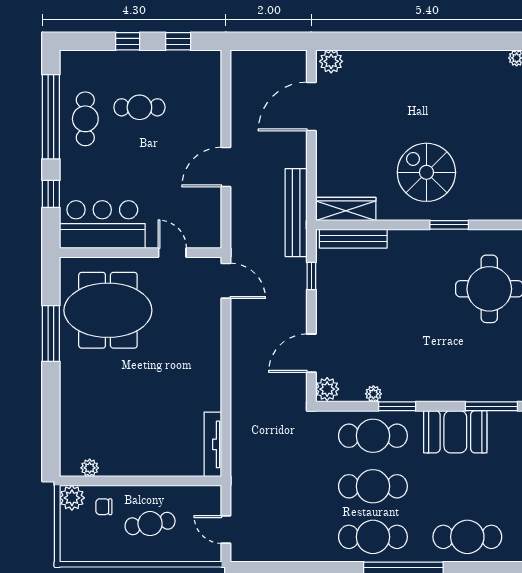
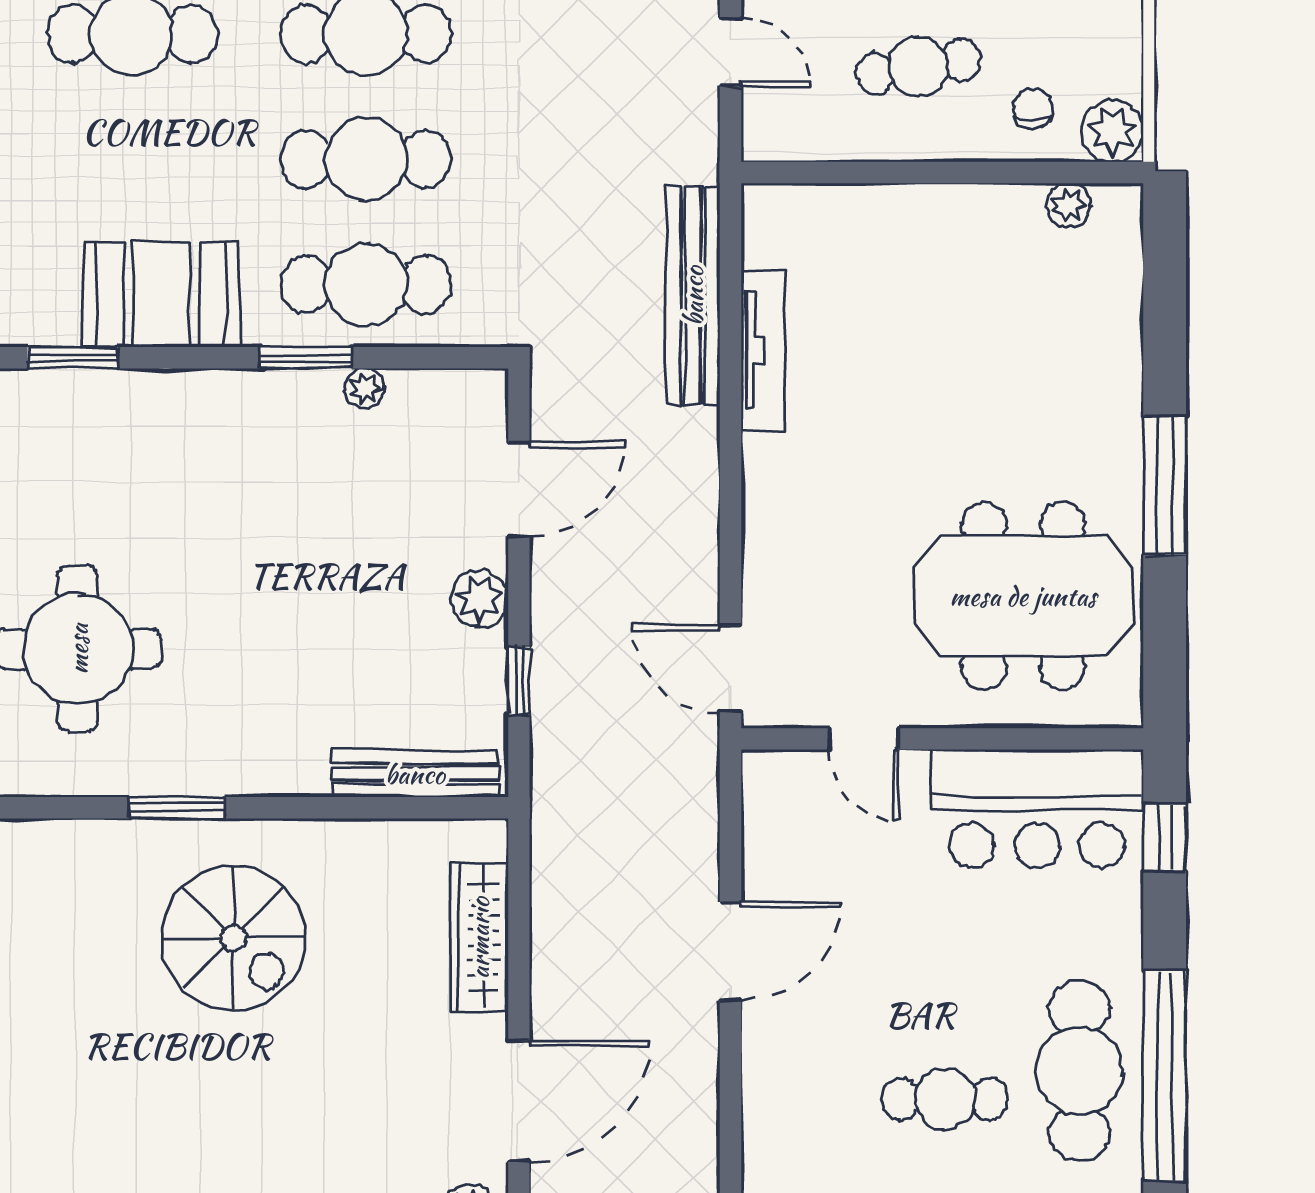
cafe table: (85, 119) -> (1079, 1071), width x1.37, depth x1.35
window: (51, 194) -> (1165, 838), moved
wardrobe: (346, 209) -> (479, 938), moved, turned 90
bench: (296, 213) -> (693, 296), moved
window: (51, 334) -> (1165, 486), moved
plant: (327, 389) -> (479, 598), moved
window: (491, 406) -> (72, 358), width x0.69
tv unit: (213, 444) -> (763, 350), moved
chair: (104, 507) -> (1033, 109), turned -90

